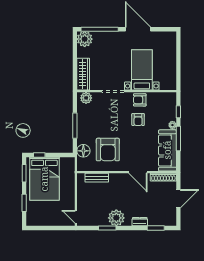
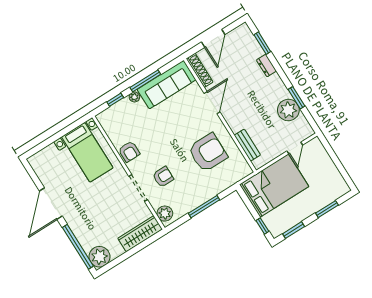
bed with nightstands: (142, 70) -> (87, 152), moved, turned -90
armchair: (138, 120) -> (163, 177), moved
floor lamp: (83, 151) -> (226, 179), removed
bed: (44, 179) -> (274, 186), moved
door: (178, 199) -> (213, 38), swing flipped
door: (76, 217) -> (295, 148), moved
plant: (116, 218) -> (288, 110), moved

